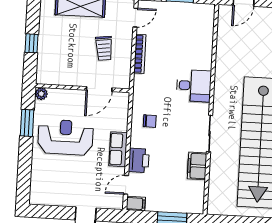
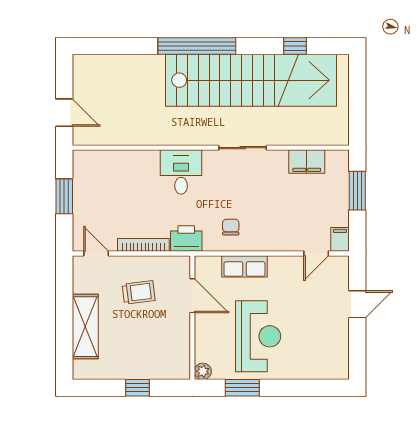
reception desk: (66, 137) -> (258, 336), turned 180
row of seats: (118, 149) -> (245, 266), moved
printer: (139, 160) -> (186, 239), moved
filing cabinet: (197, 166) -> (307, 162), moved
door: (126, 185) -> (316, 254), hinge flipped

